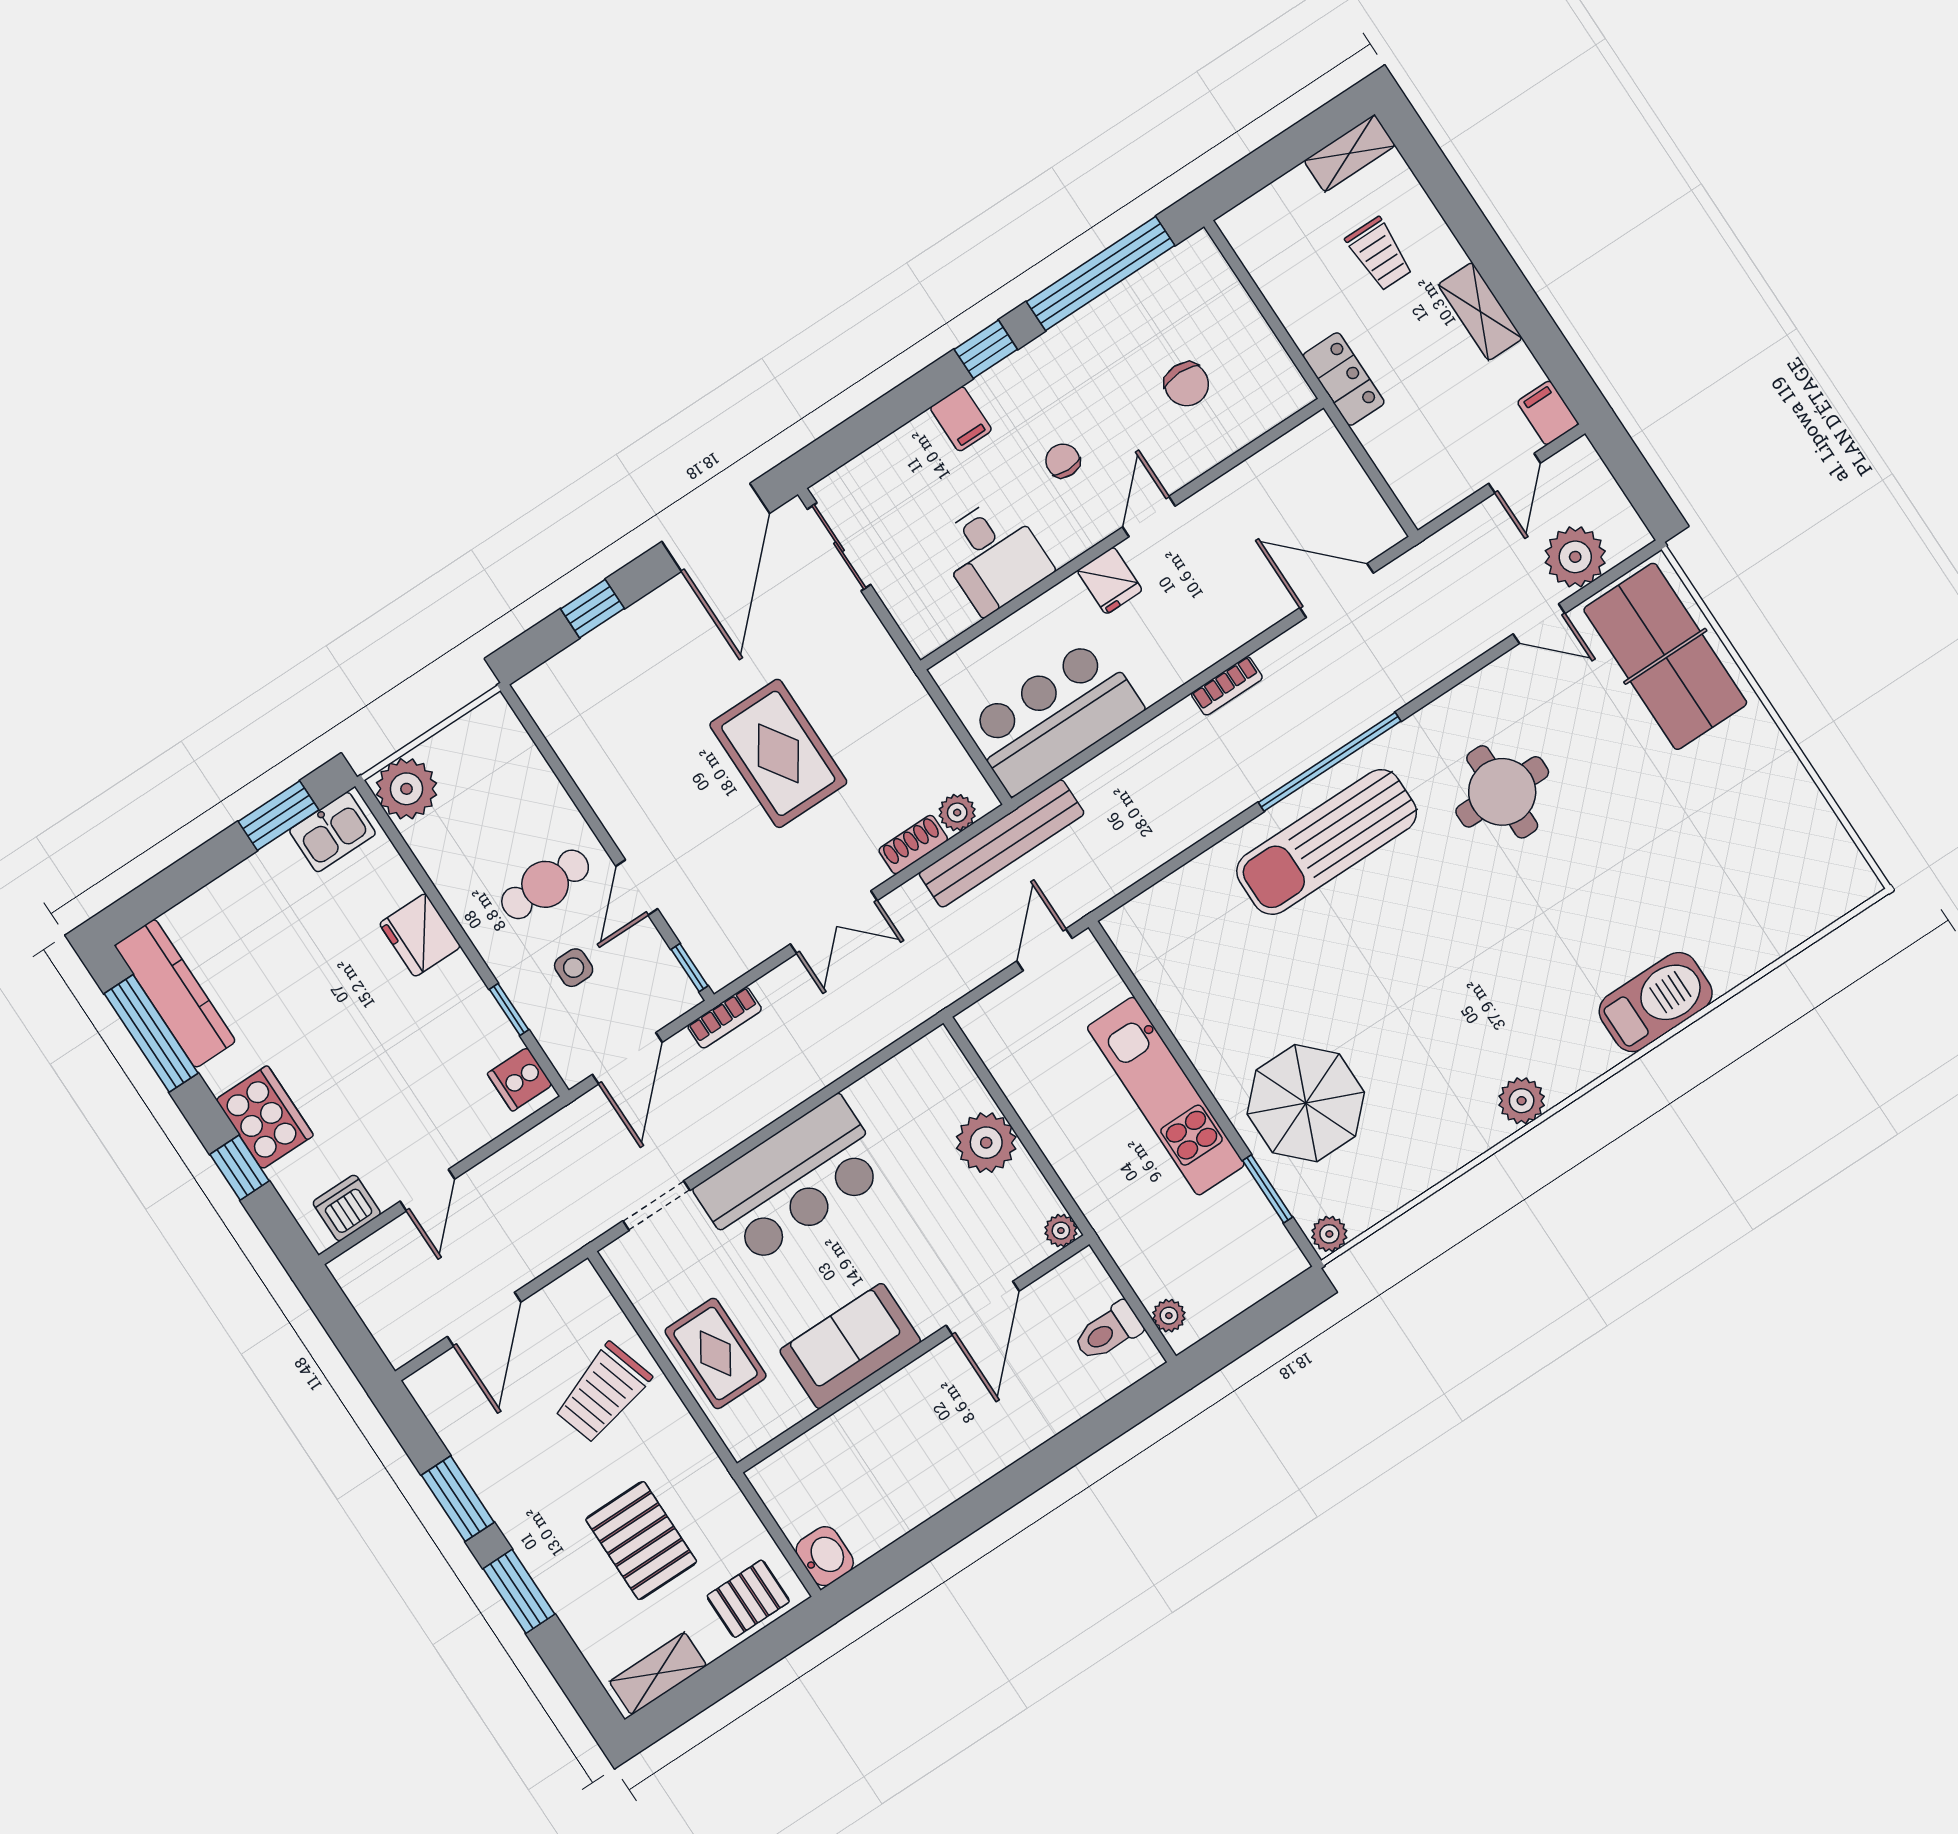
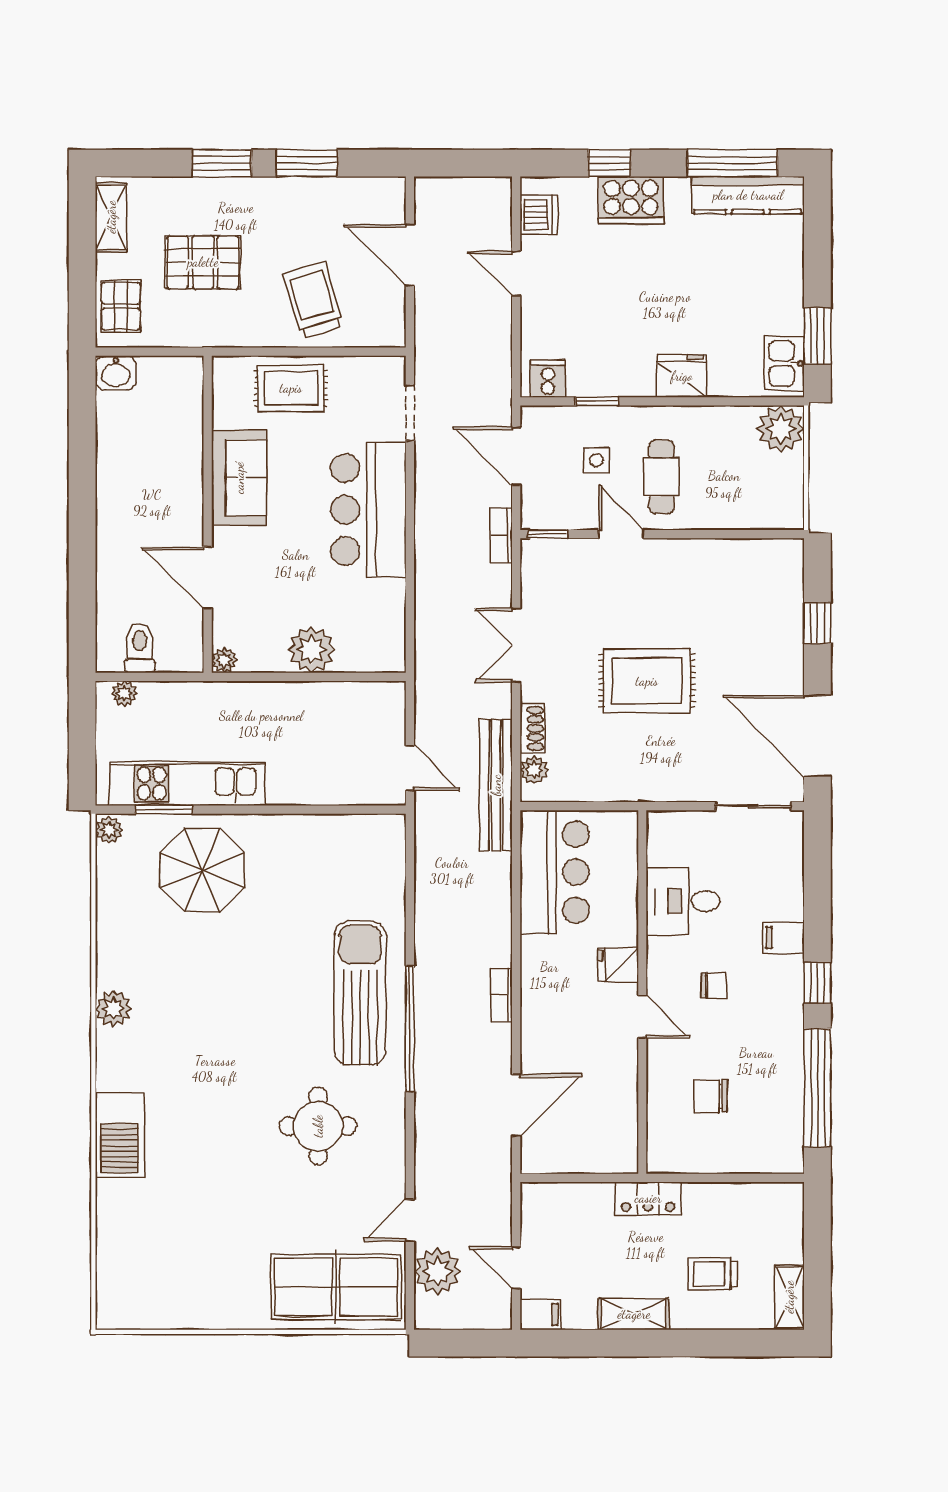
kitchen unit: (1166, 1096) -> (187, 784), moved

